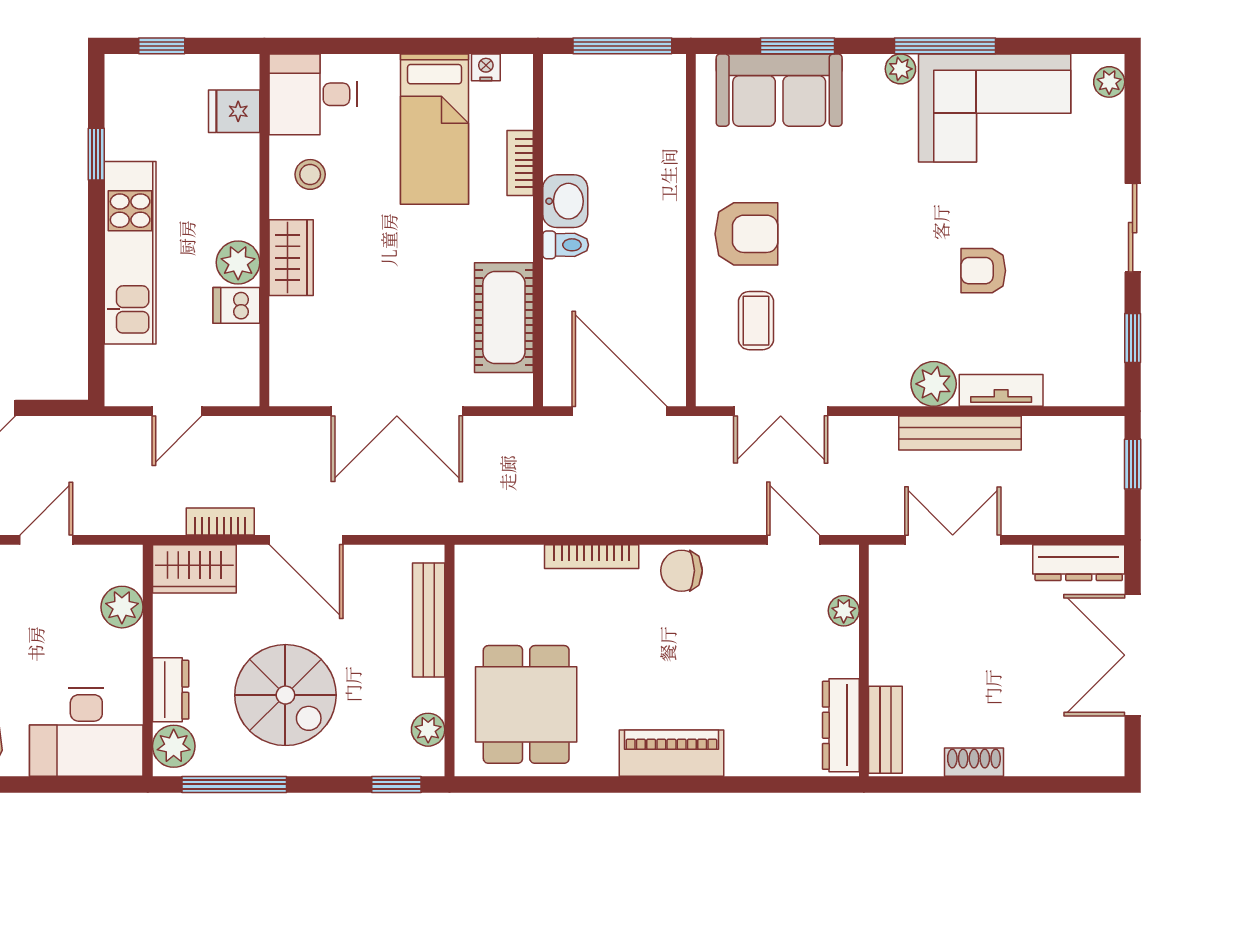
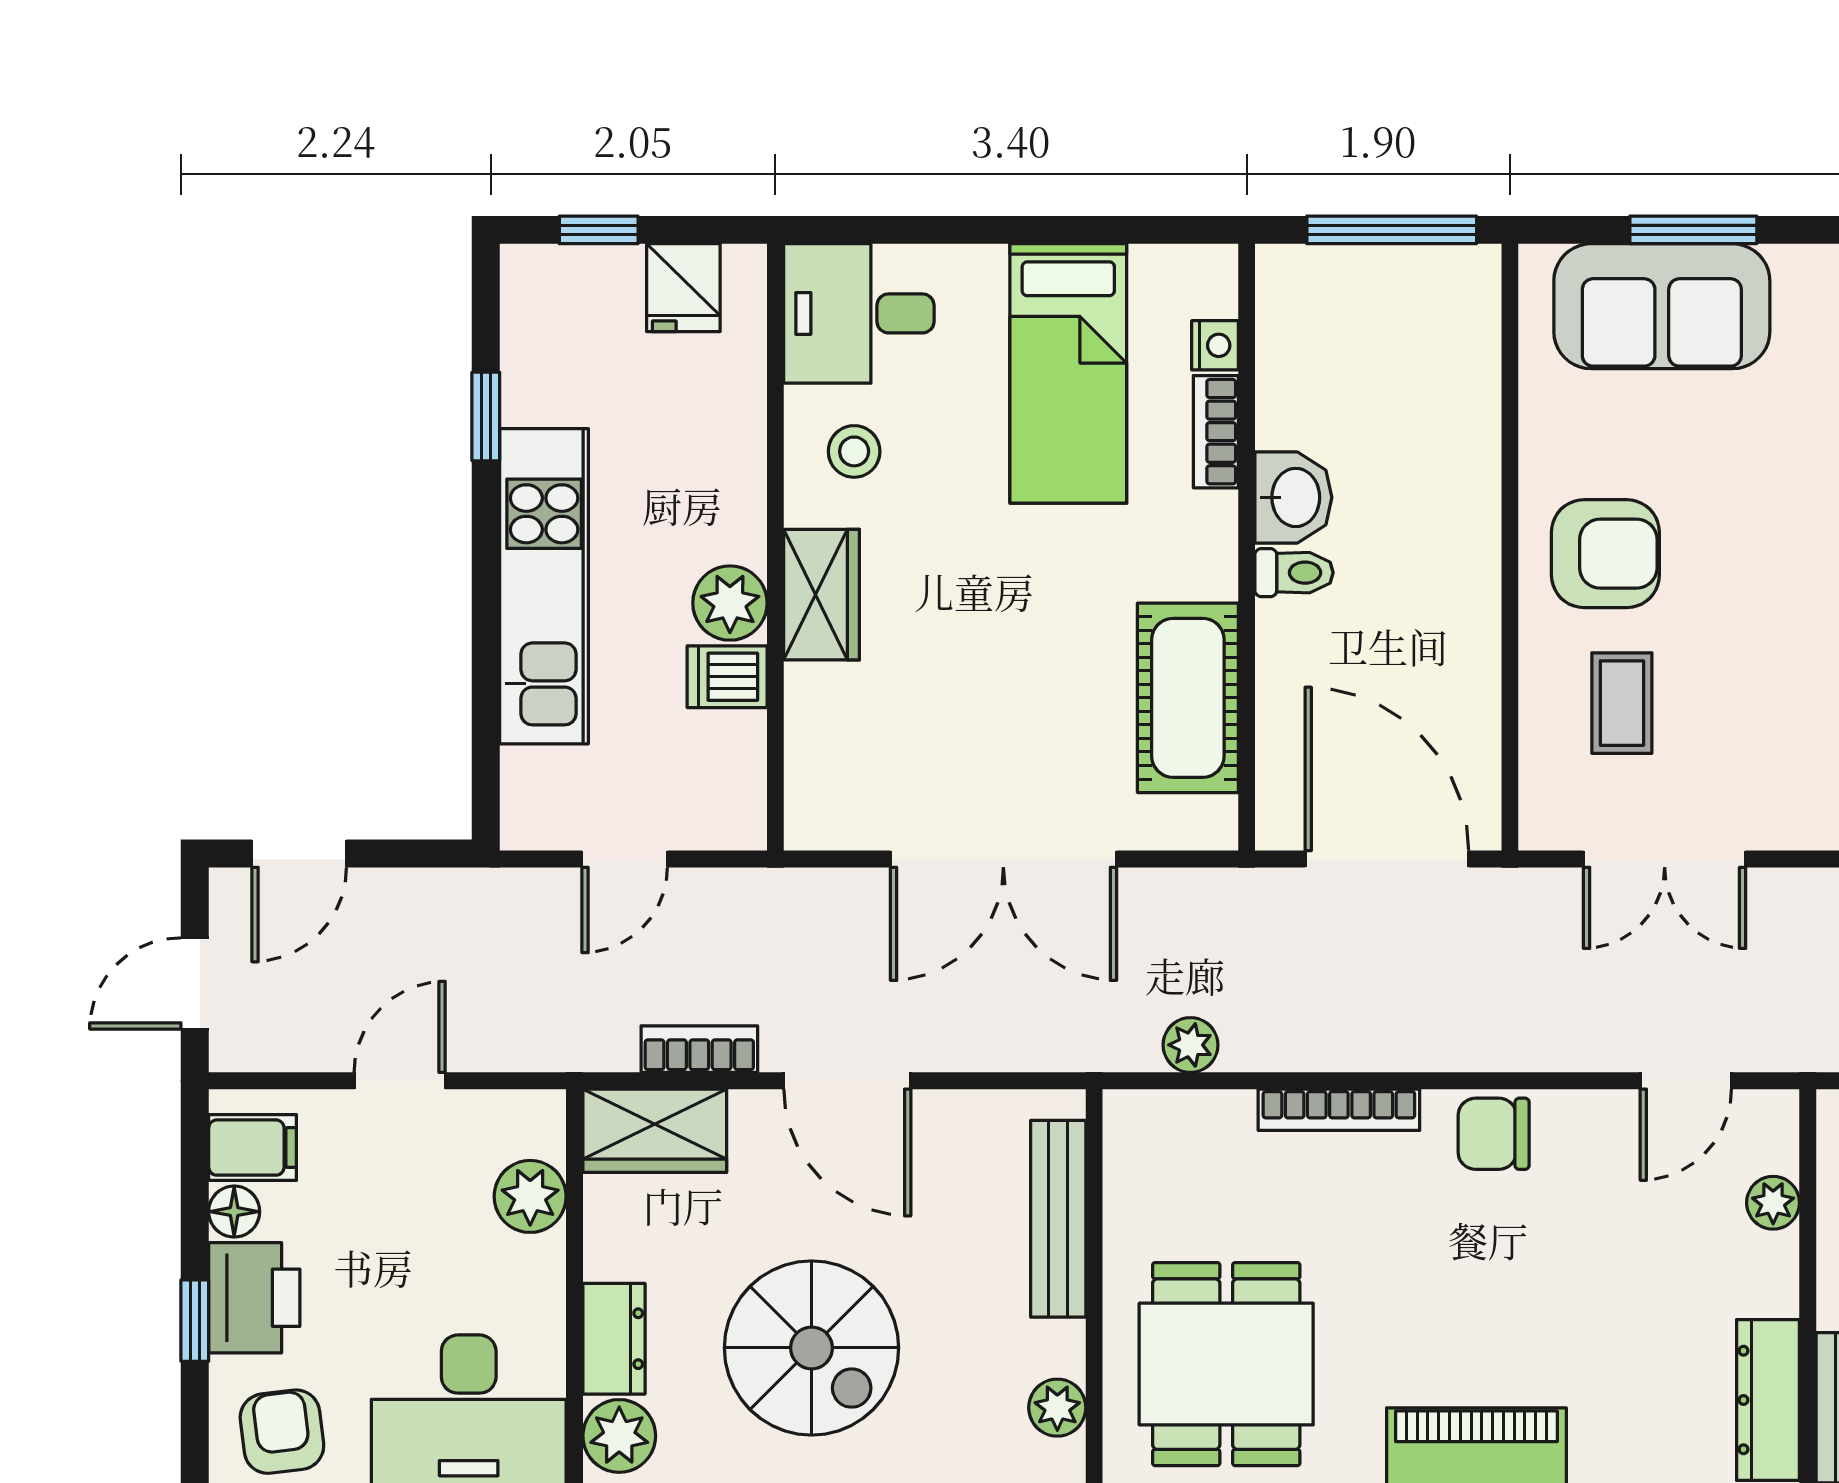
nightstand: (486, 67) -> (1215, 345), moved, turned 90
fridge: (234, 111) -> (683, 288), moved, turned -90
plant: (505, 519) -> (1190, 1045), added
door: (793, 540) -> (1686, 1081), swing flipped

